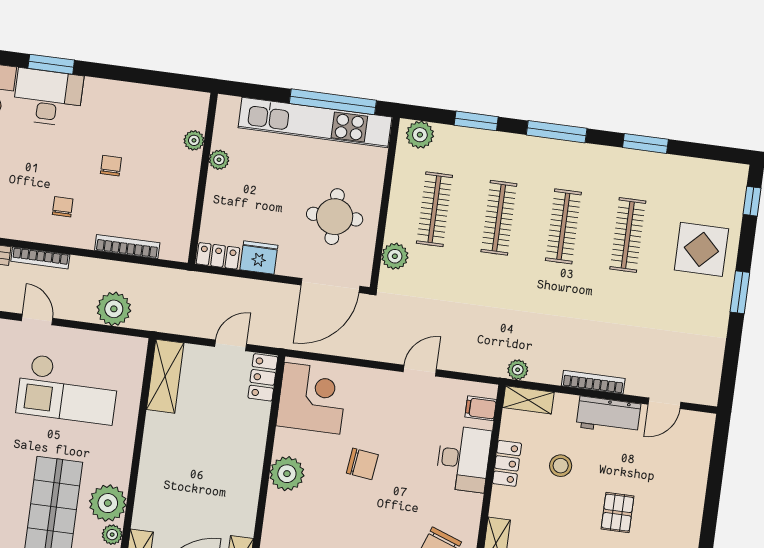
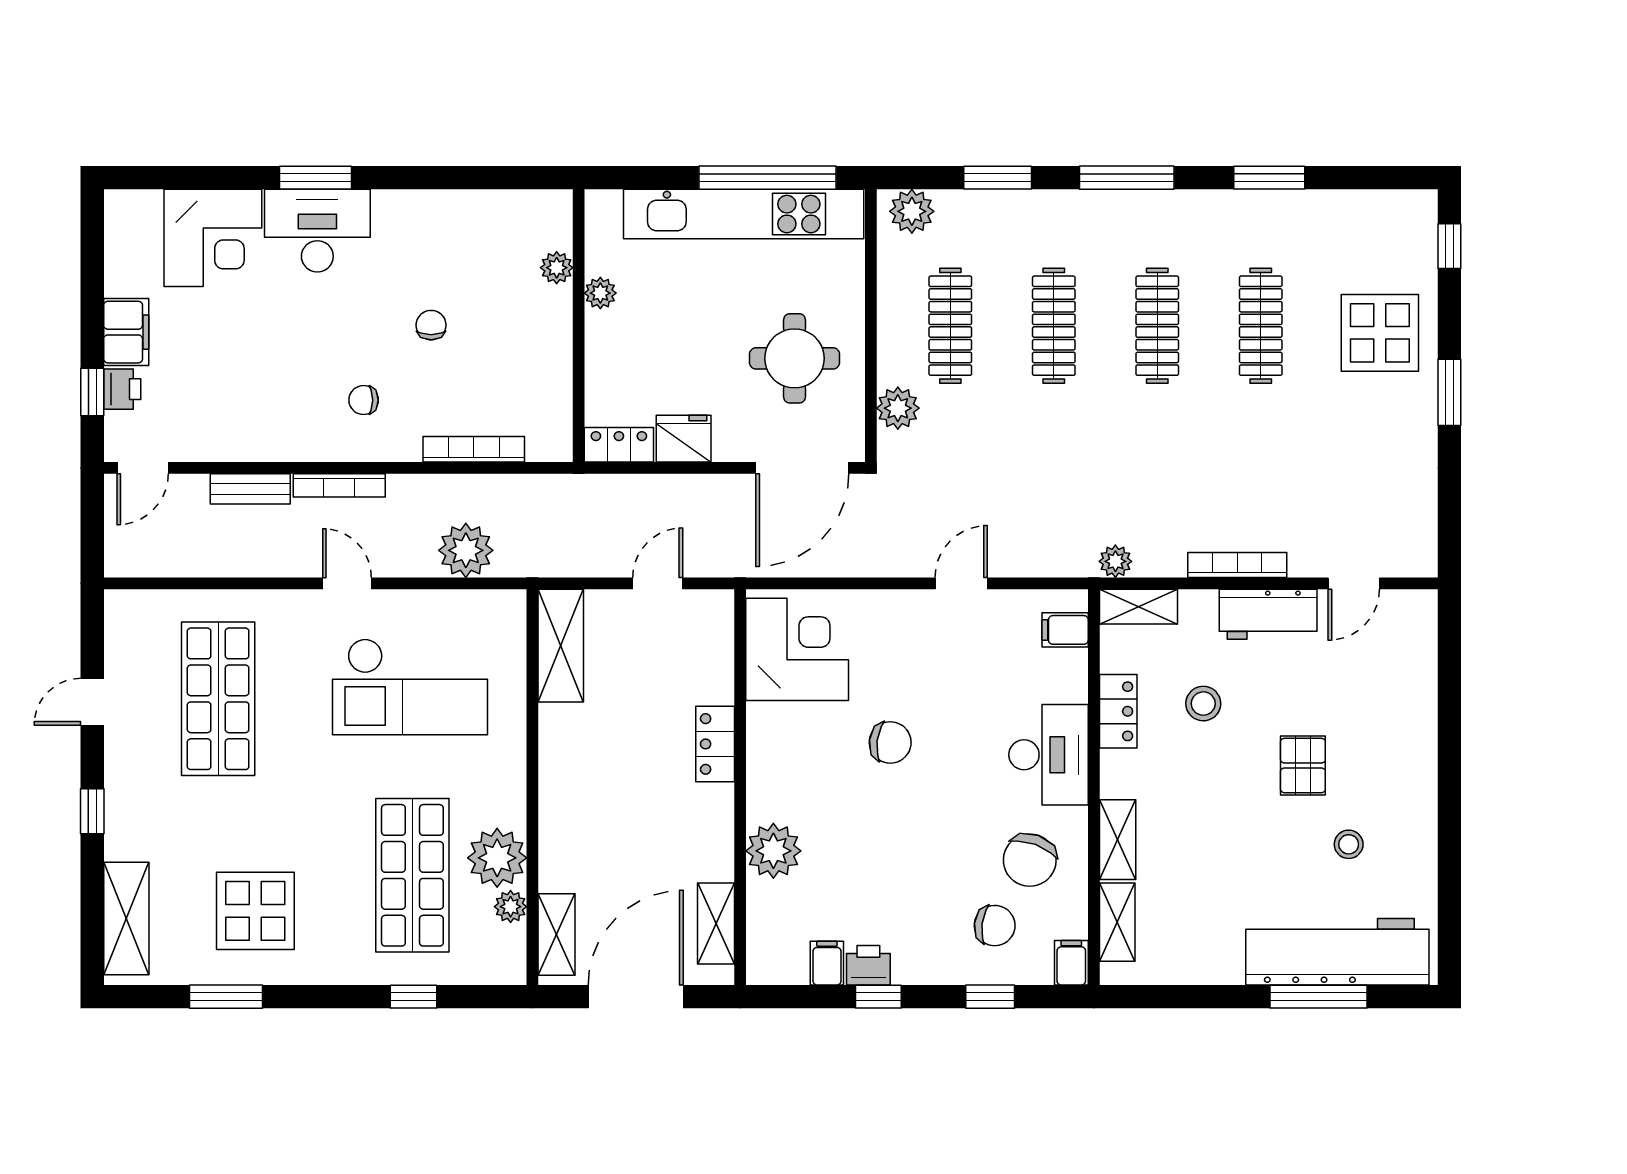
chair: (63, 207) -> (364, 400), turned -90
locker: (263, 377) -> (715, 744), moved
desk: (463, 459) -> (1048, 755), moved
plant: (287, 474) -> (773, 851), moved

